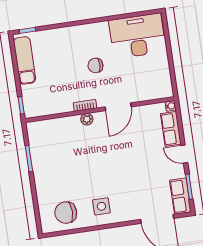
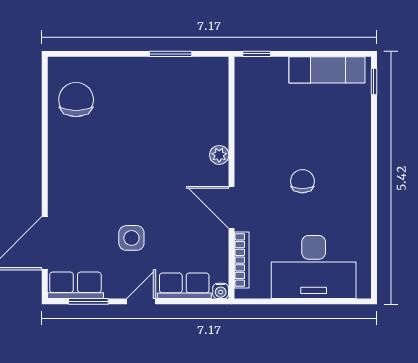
desk: (137, 36) -> (314, 267), moved, turned 90
bookcase: (85, 105) -> (242, 260), moved, width x1.56
side table: (101, 206) -> (131, 238), moved

